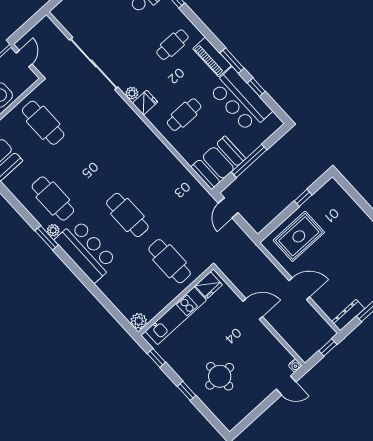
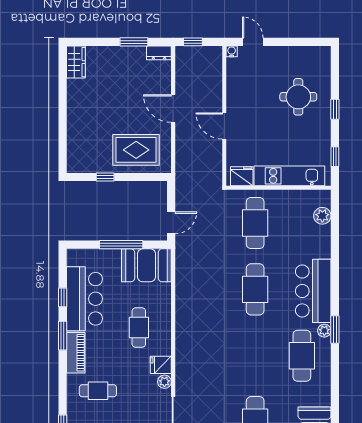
cafe table: (184, 115) -> (139, 328), turned 90
dresser: (348, 315) -> (159, 53), width x0.70
plant: (139, 321) -> (322, 216), moved

